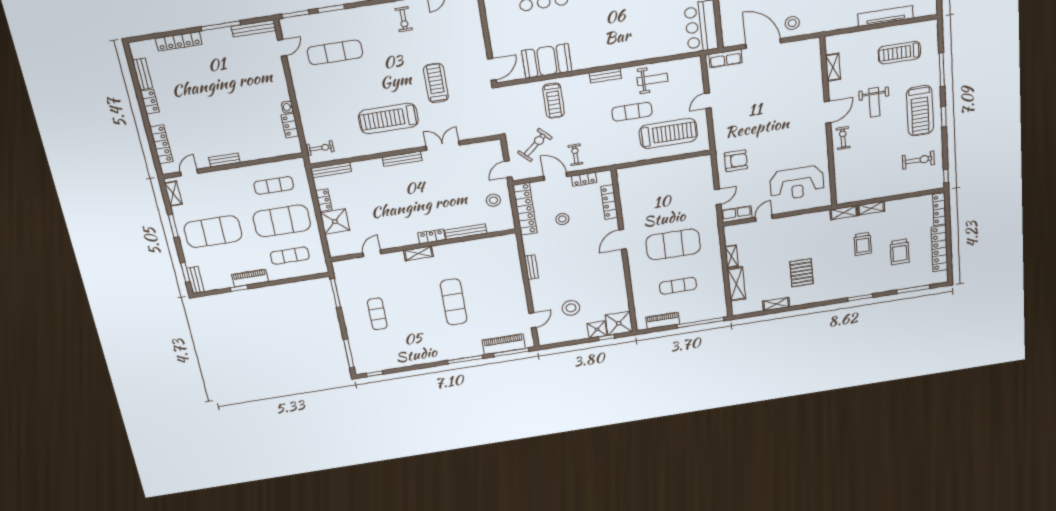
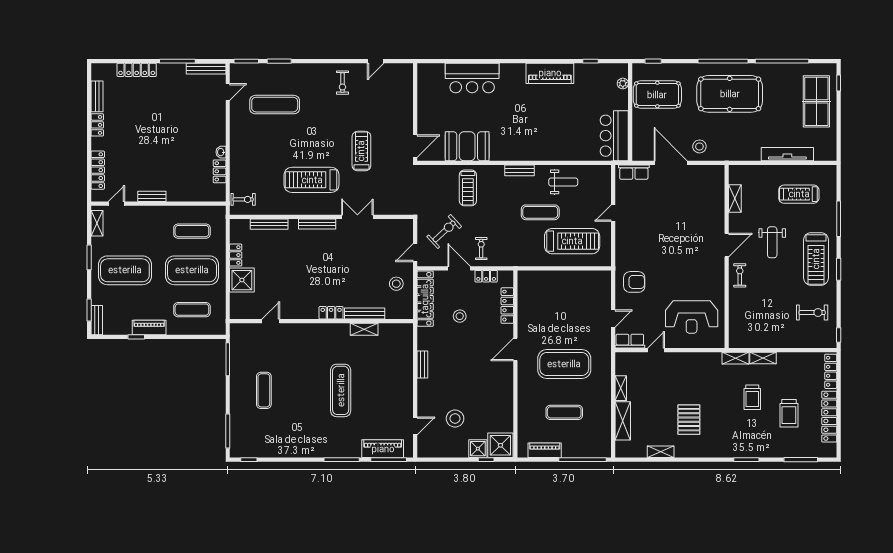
bench: (331, 170) -> (269, 224), moved
shelving: (418, 253) -> (364, 329), moved

